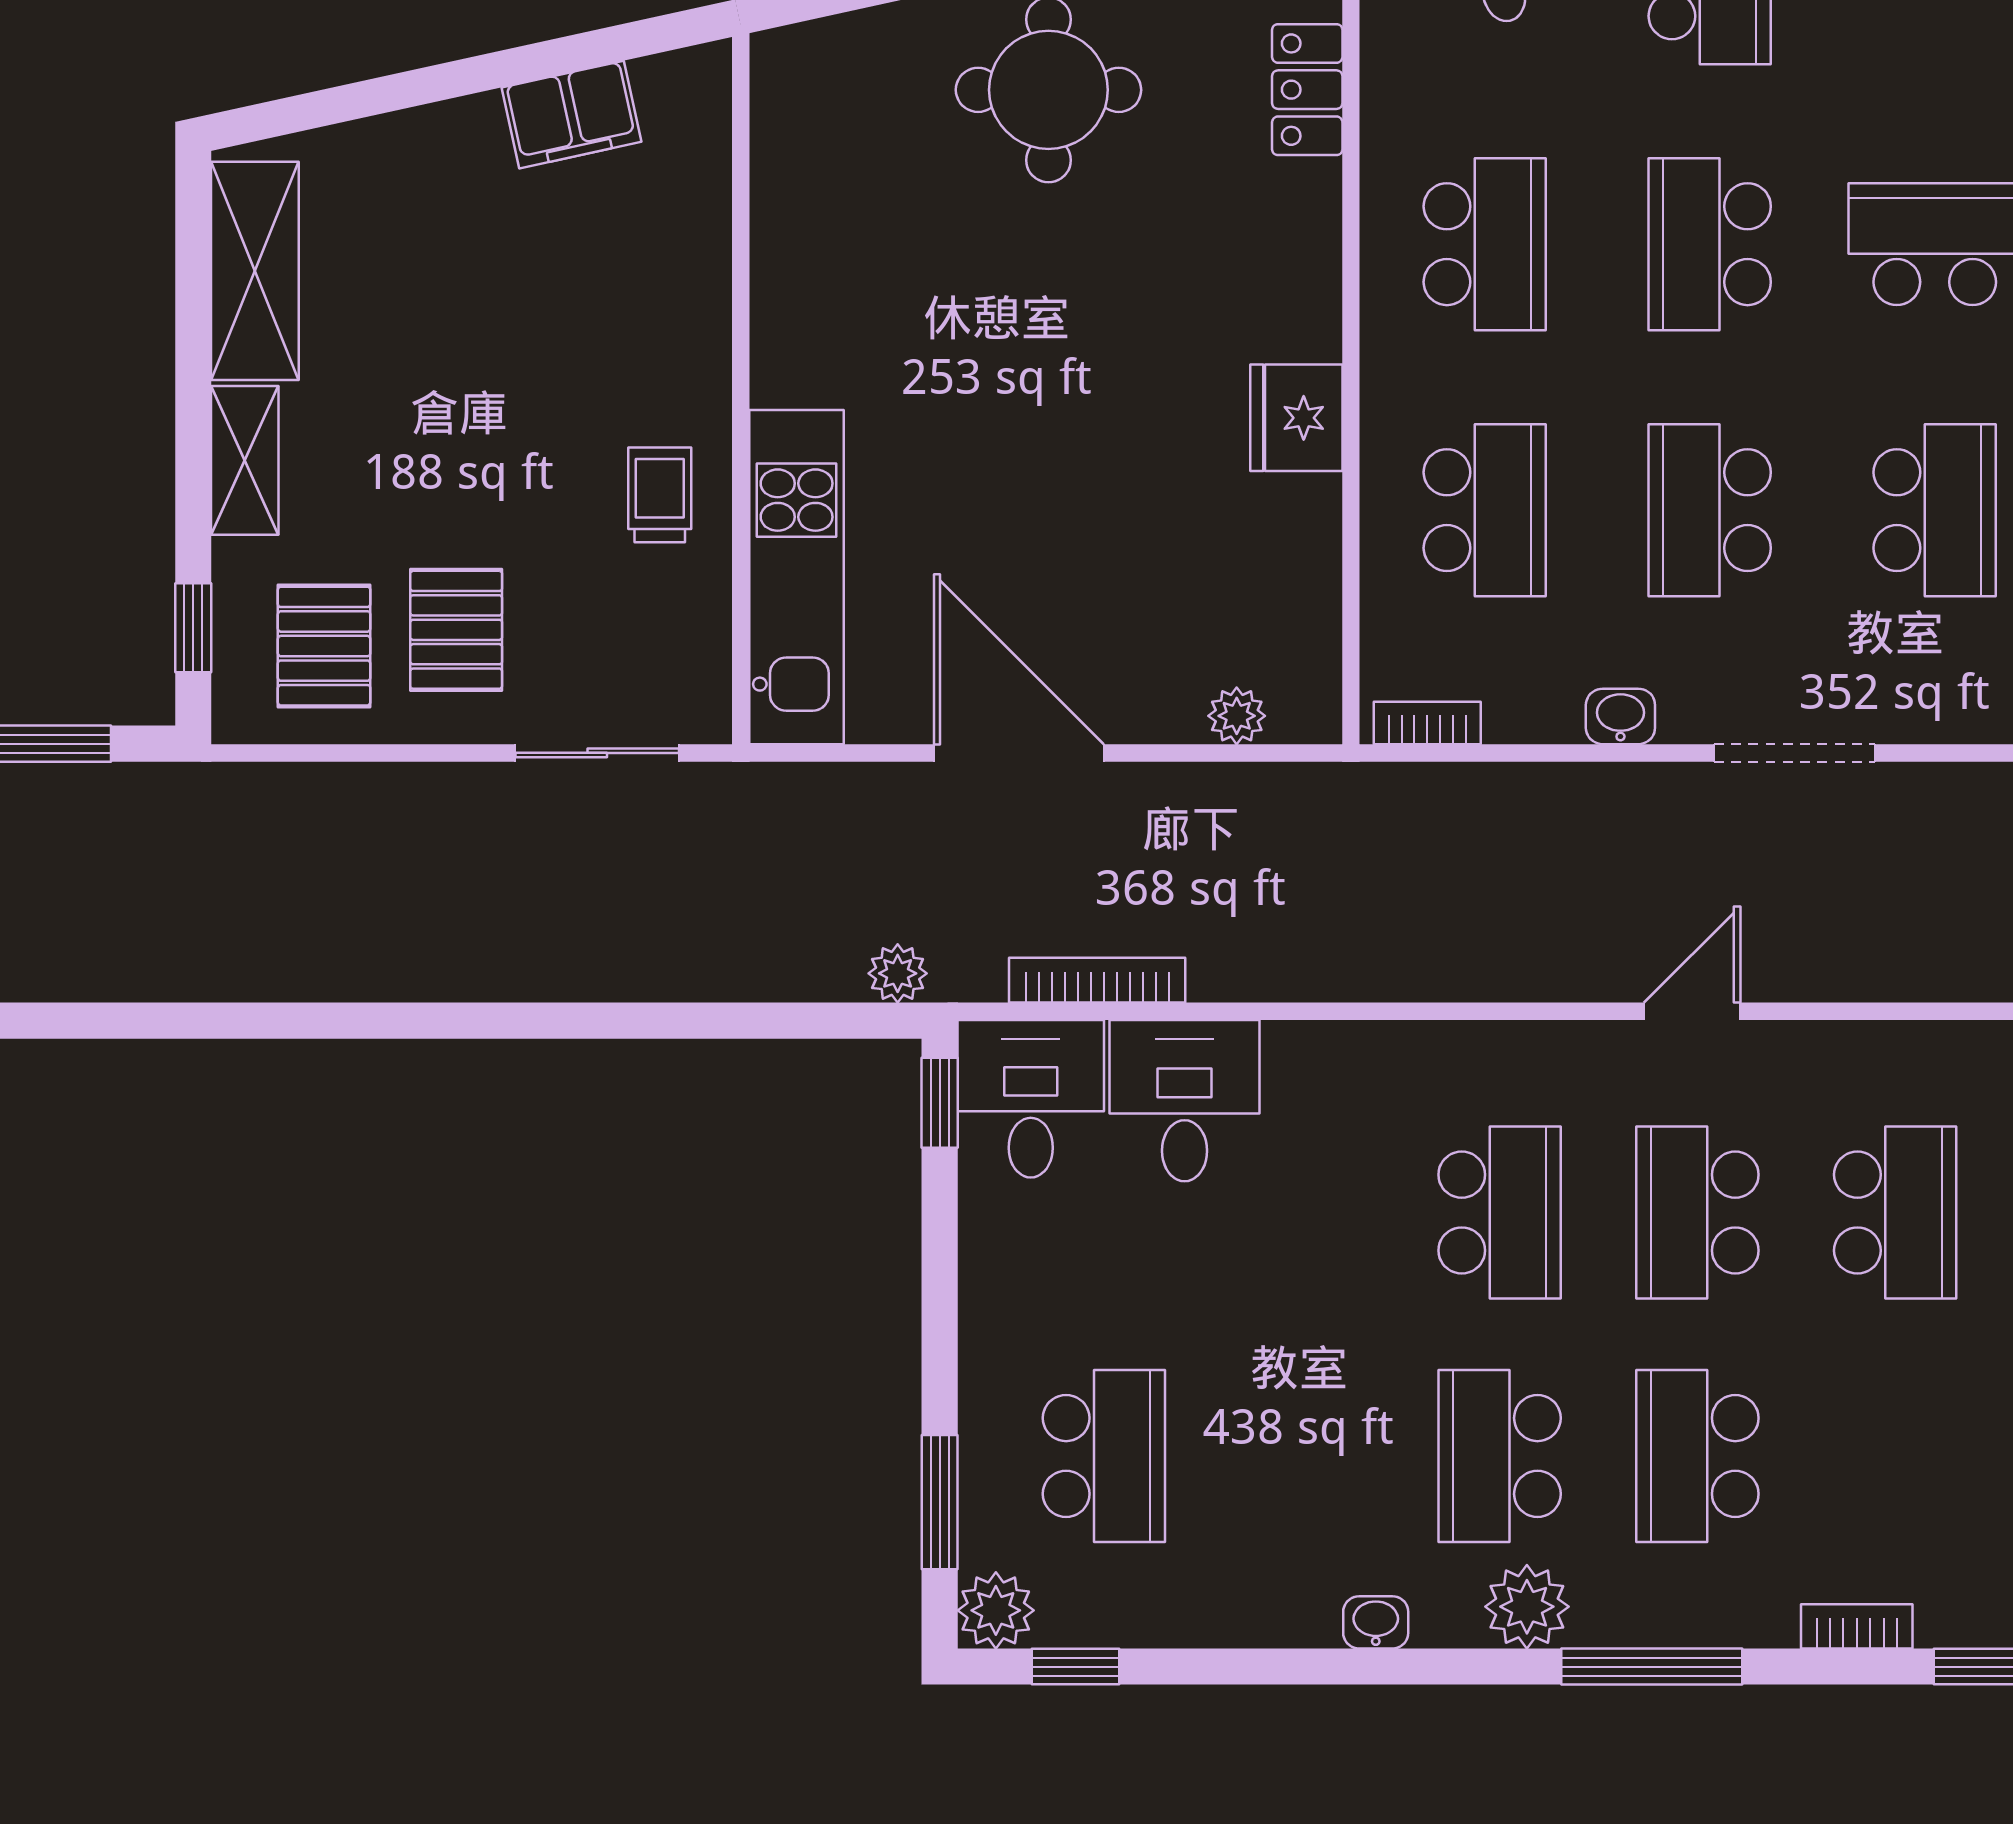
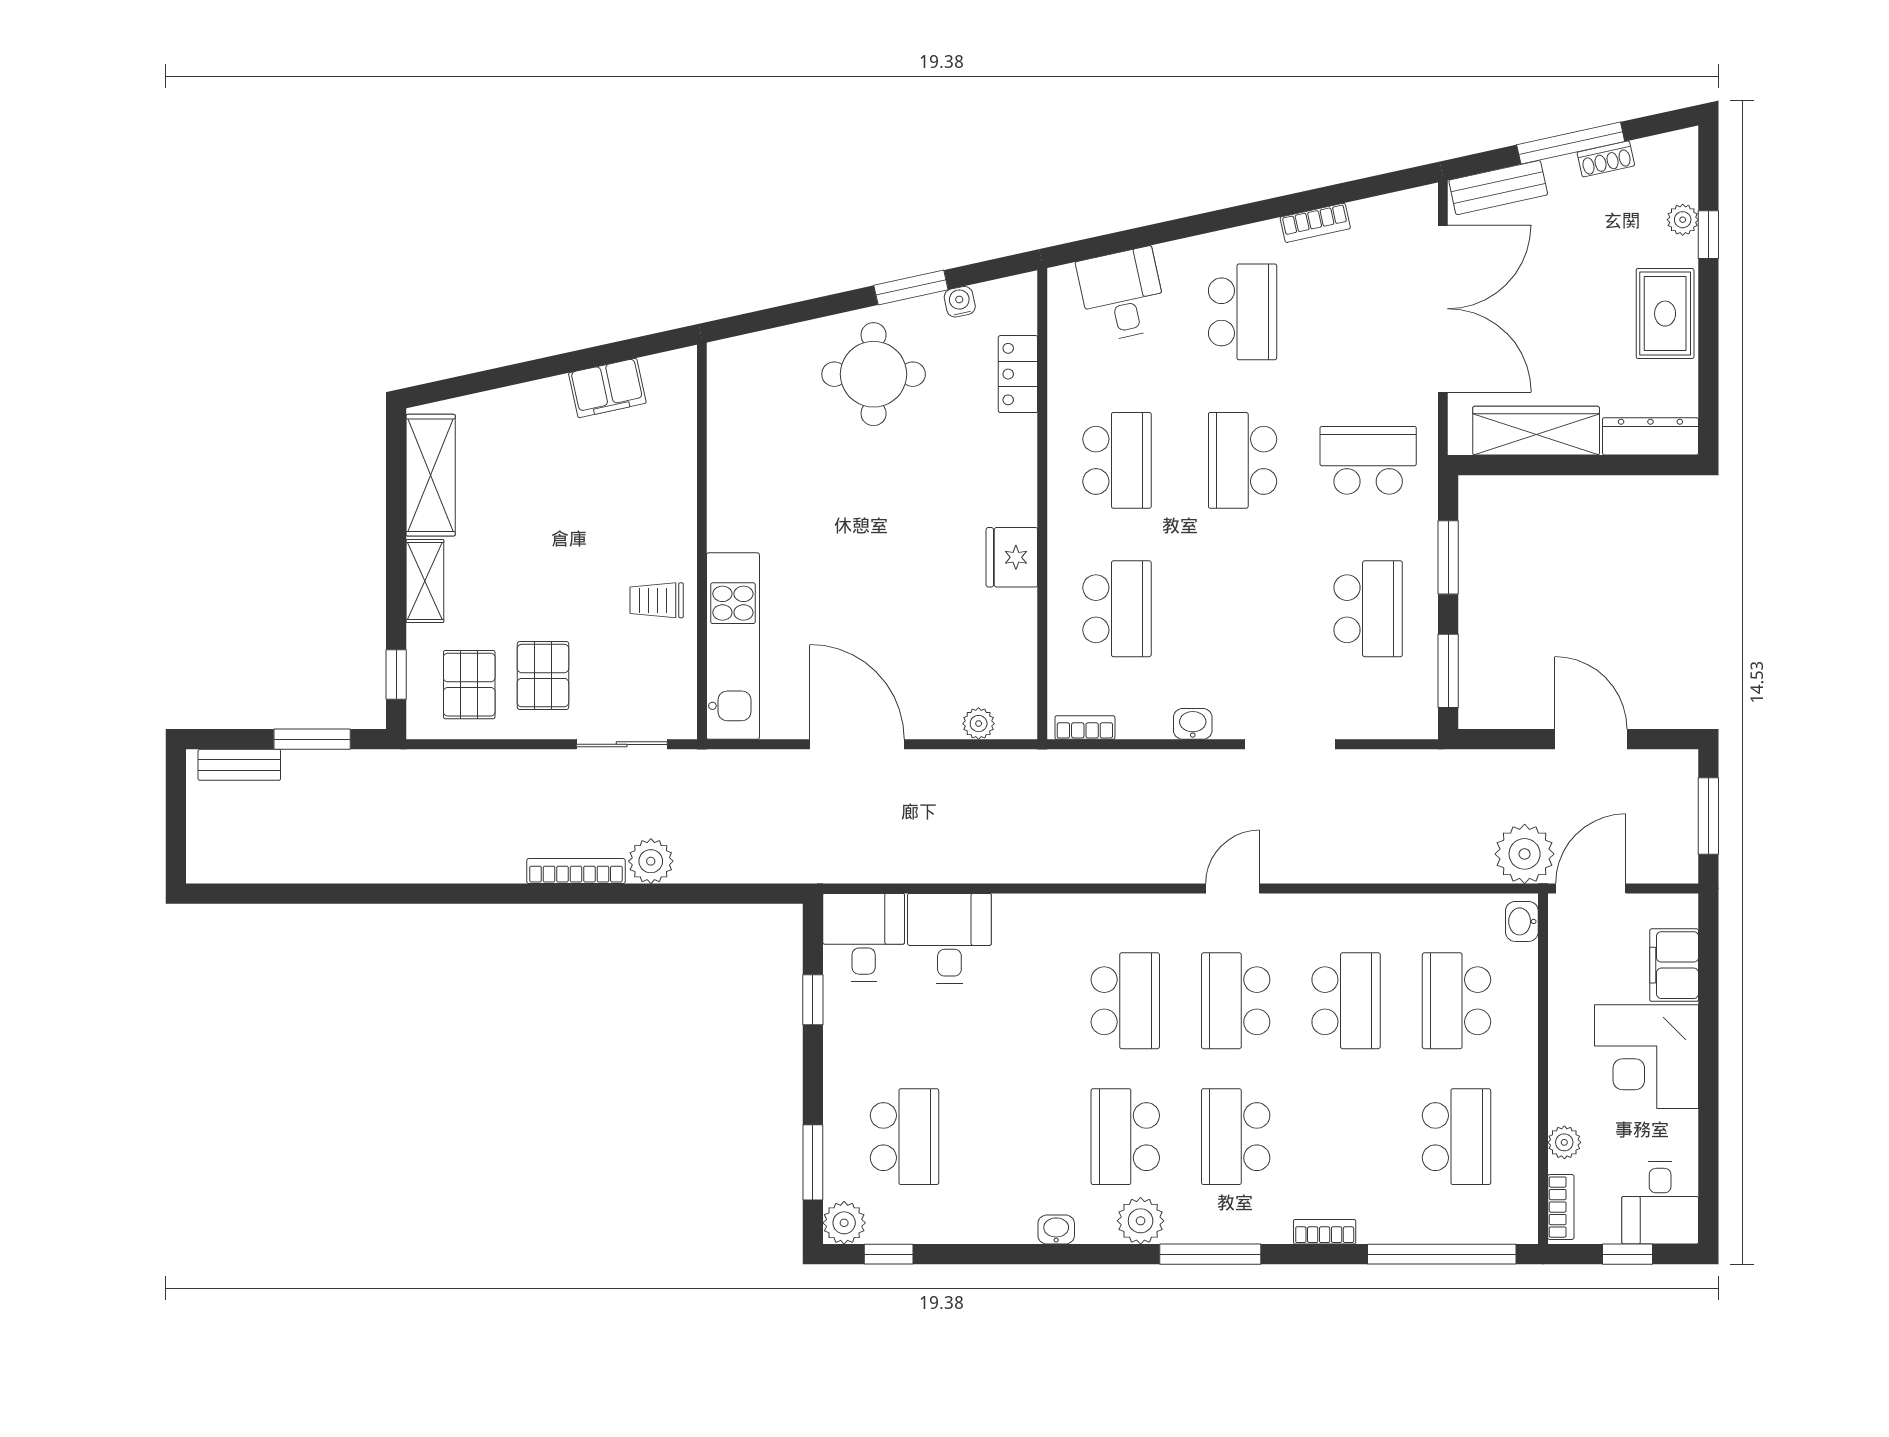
trolley: (660, 495) -> (657, 600), turned -90
school desk: (1710, 510) -> (1243, 609), removed
plant: (898, 973) -> (651, 861), moved, width x1.38, depth x1.38
bookcase: (1097, 980) -> (576, 871), moved
window: (940, 1103) -> (813, 1000), moved

